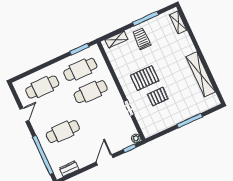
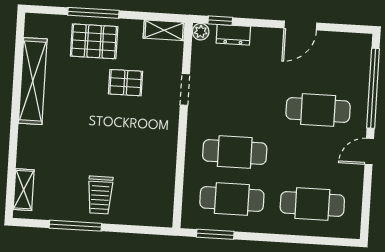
shelving: (116, 40) -> (164, 30), moved
pallet: (145, 78) -> (94, 41), moved
door: (24, 115) -> (369, 151), moved
door: (105, 160) -> (300, 26), moved
dresser: (69, 169) -> (233, 35), moved

